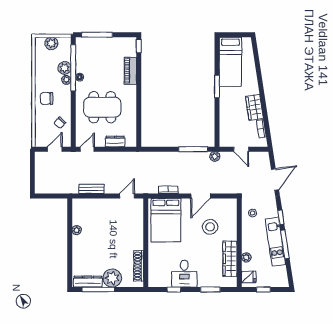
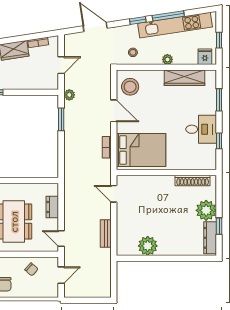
door: (55, 149) -> (61, 275), swing flipped
window: (193, 149) -> (61, 119), width x0.69
stool: (210, 227) -> (130, 87), moved
plant: (77, 230) -> (148, 246), width x1.87, depth x1.87
kitchen unit: (275, 242) -> (175, 25), width x1.36
plant: (246, 257) -> (167, 59), moved
window: (98, 289) -> (219, 226), width x0.46

